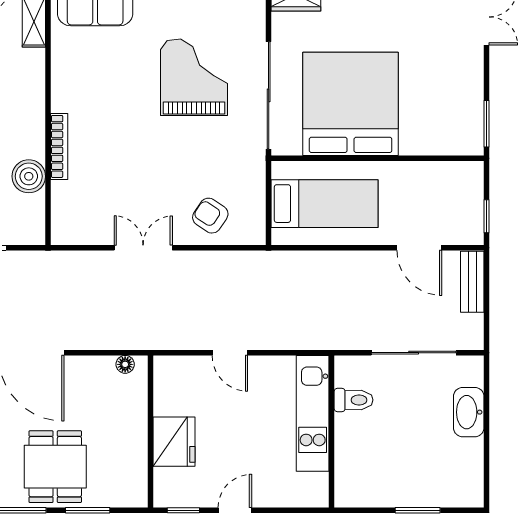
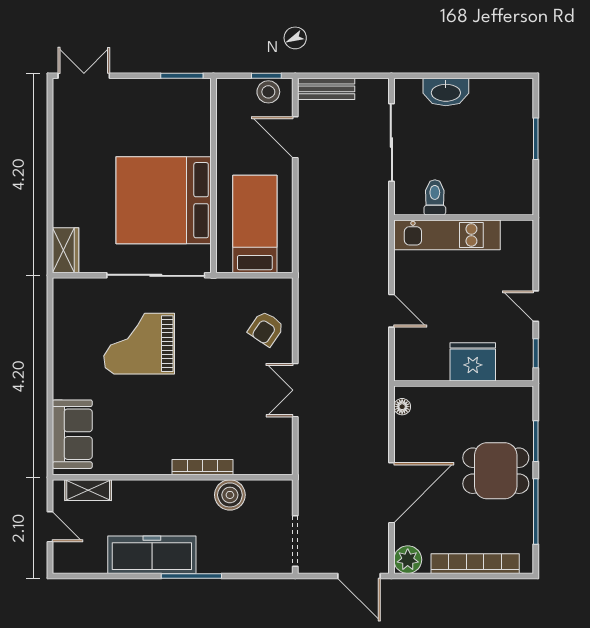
stool: (469, 218) -> (268, 92), added
door: (419, 248) -> (295, 137), swing flipped
door: (230, 353) -> (391, 311), hinge flipped

